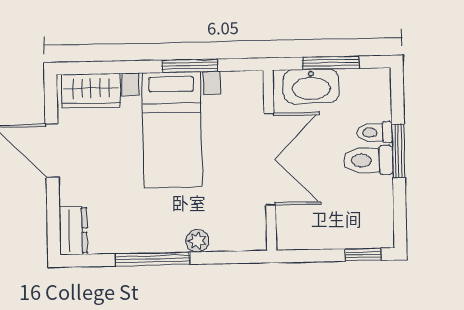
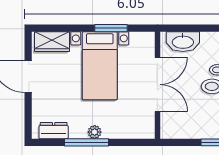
window: (331, 63) -> (195, 28), removed
dresser: (73, 230) -> (54, 131), moved, turned -90
plant: (197, 241) -> (95, 132), moved

